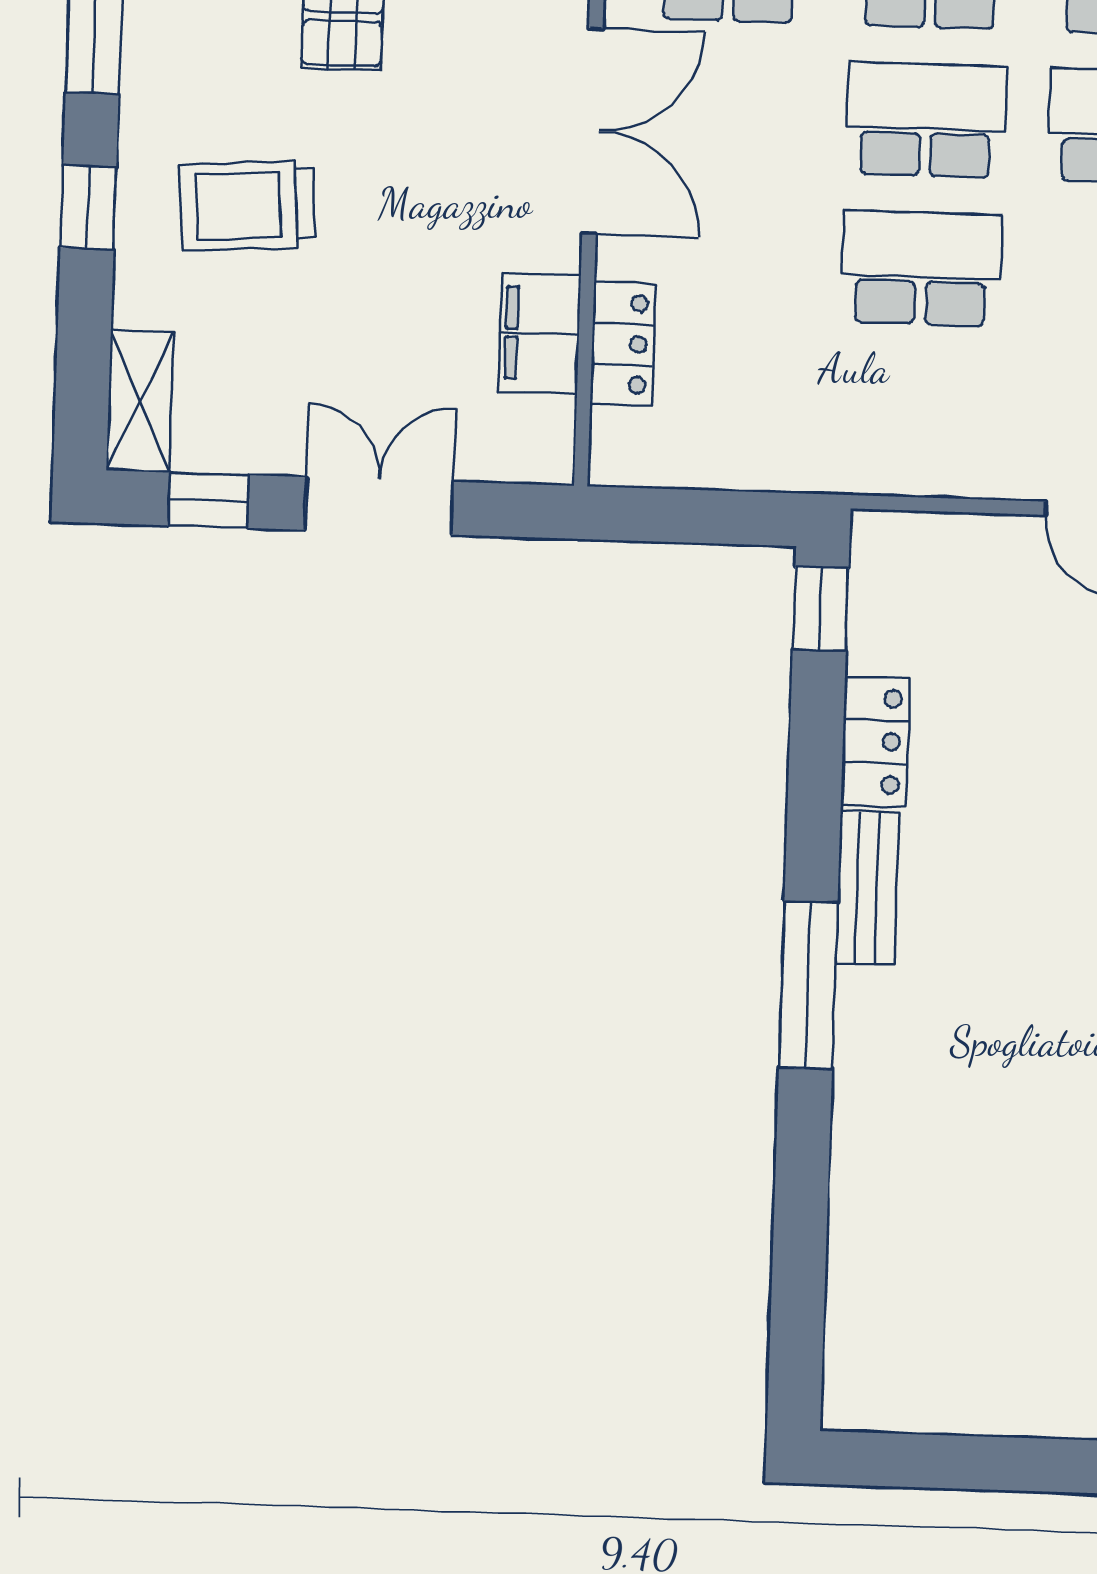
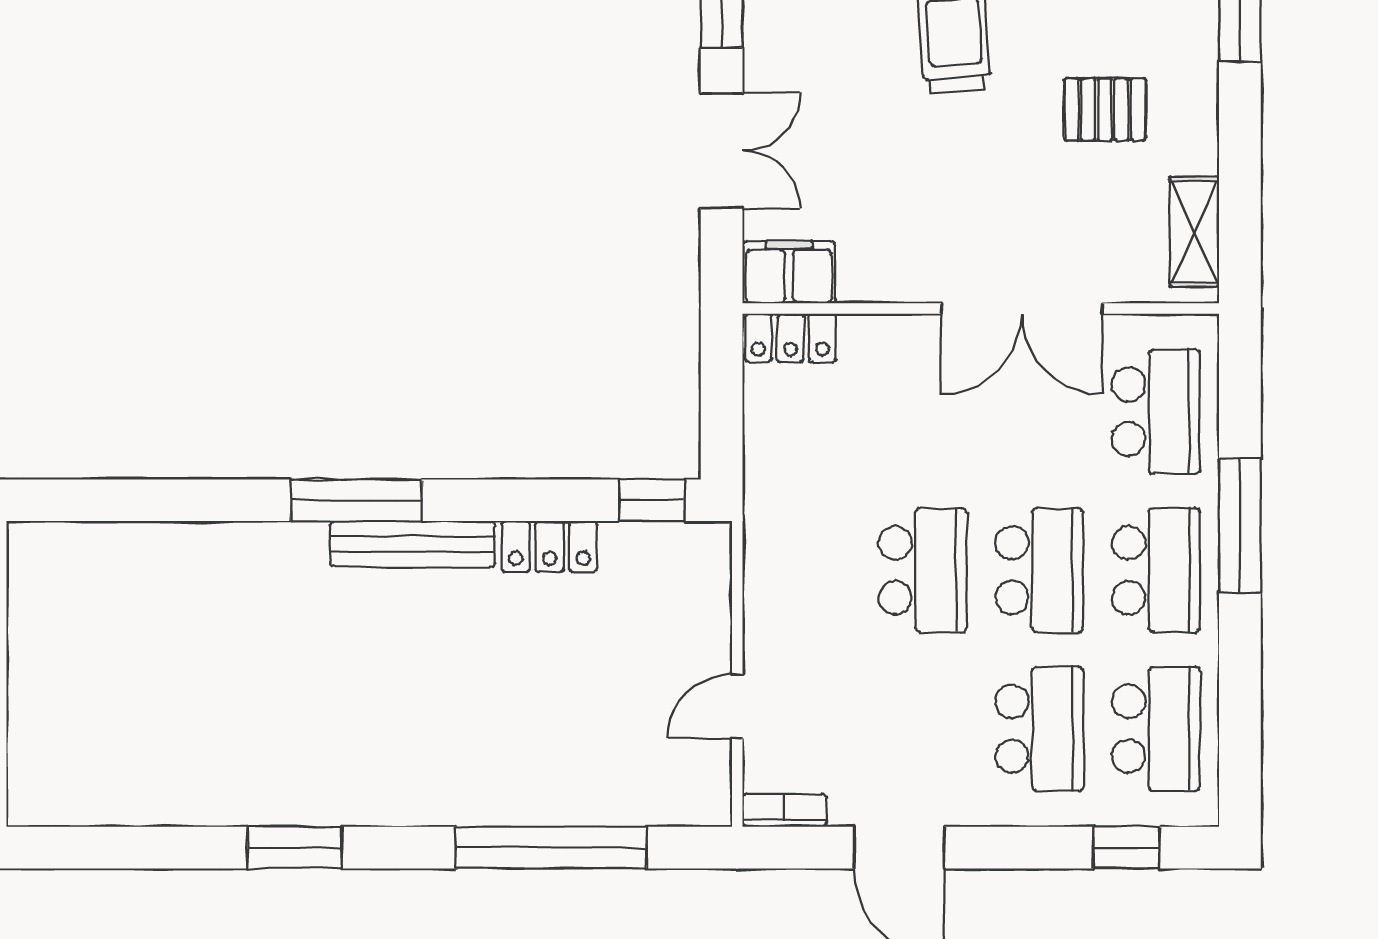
filing cabinet: (539, 334) -> (789, 272), moved
locker: (623, 344) -> (791, 338), moved
bench: (867, 888) -> (412, 544), width x1.36

